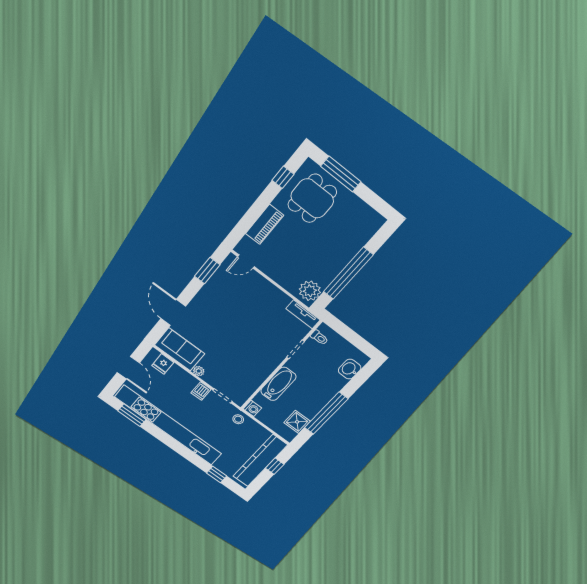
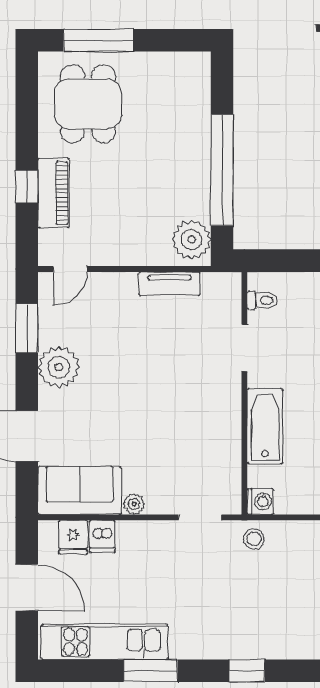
window: (283, 177) -> (27, 187), moved
plant: (209, 297) -> (59, 367), added
tv unit: (303, 314) -> (170, 284), moved
dishwasher: (201, 391) -> (102, 537), moved
window: (132, 415) -> (151, 671), moved
kitchen unit: (168, 425) -> (105, 642), width x0.54
window: (217, 475) -> (247, 671), moved

